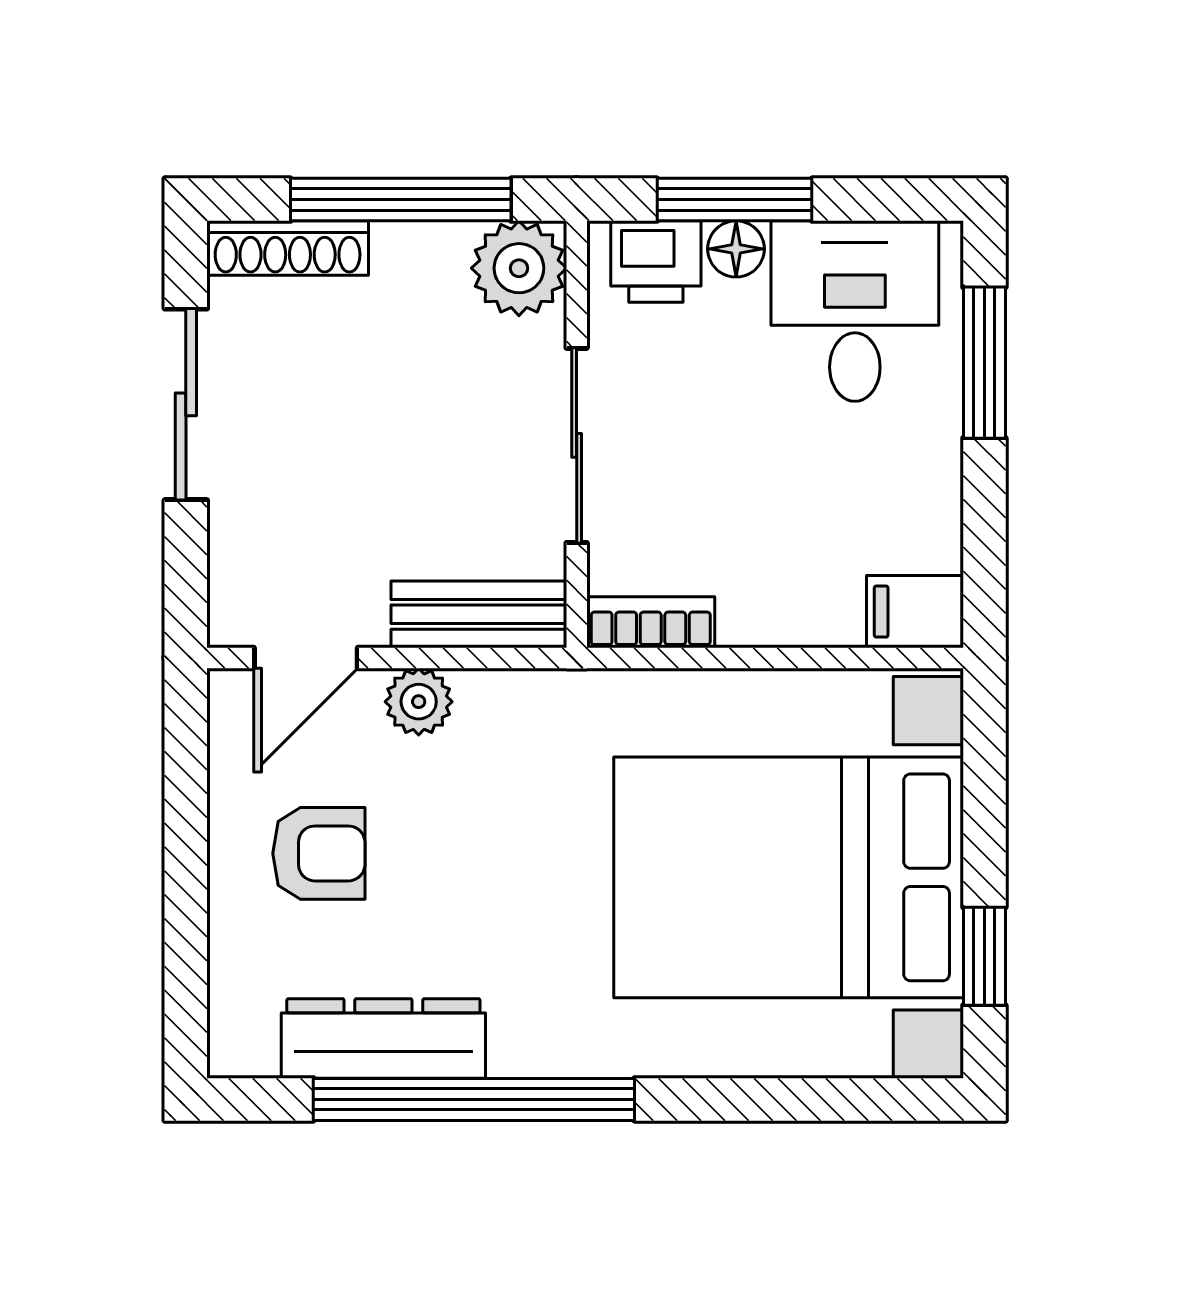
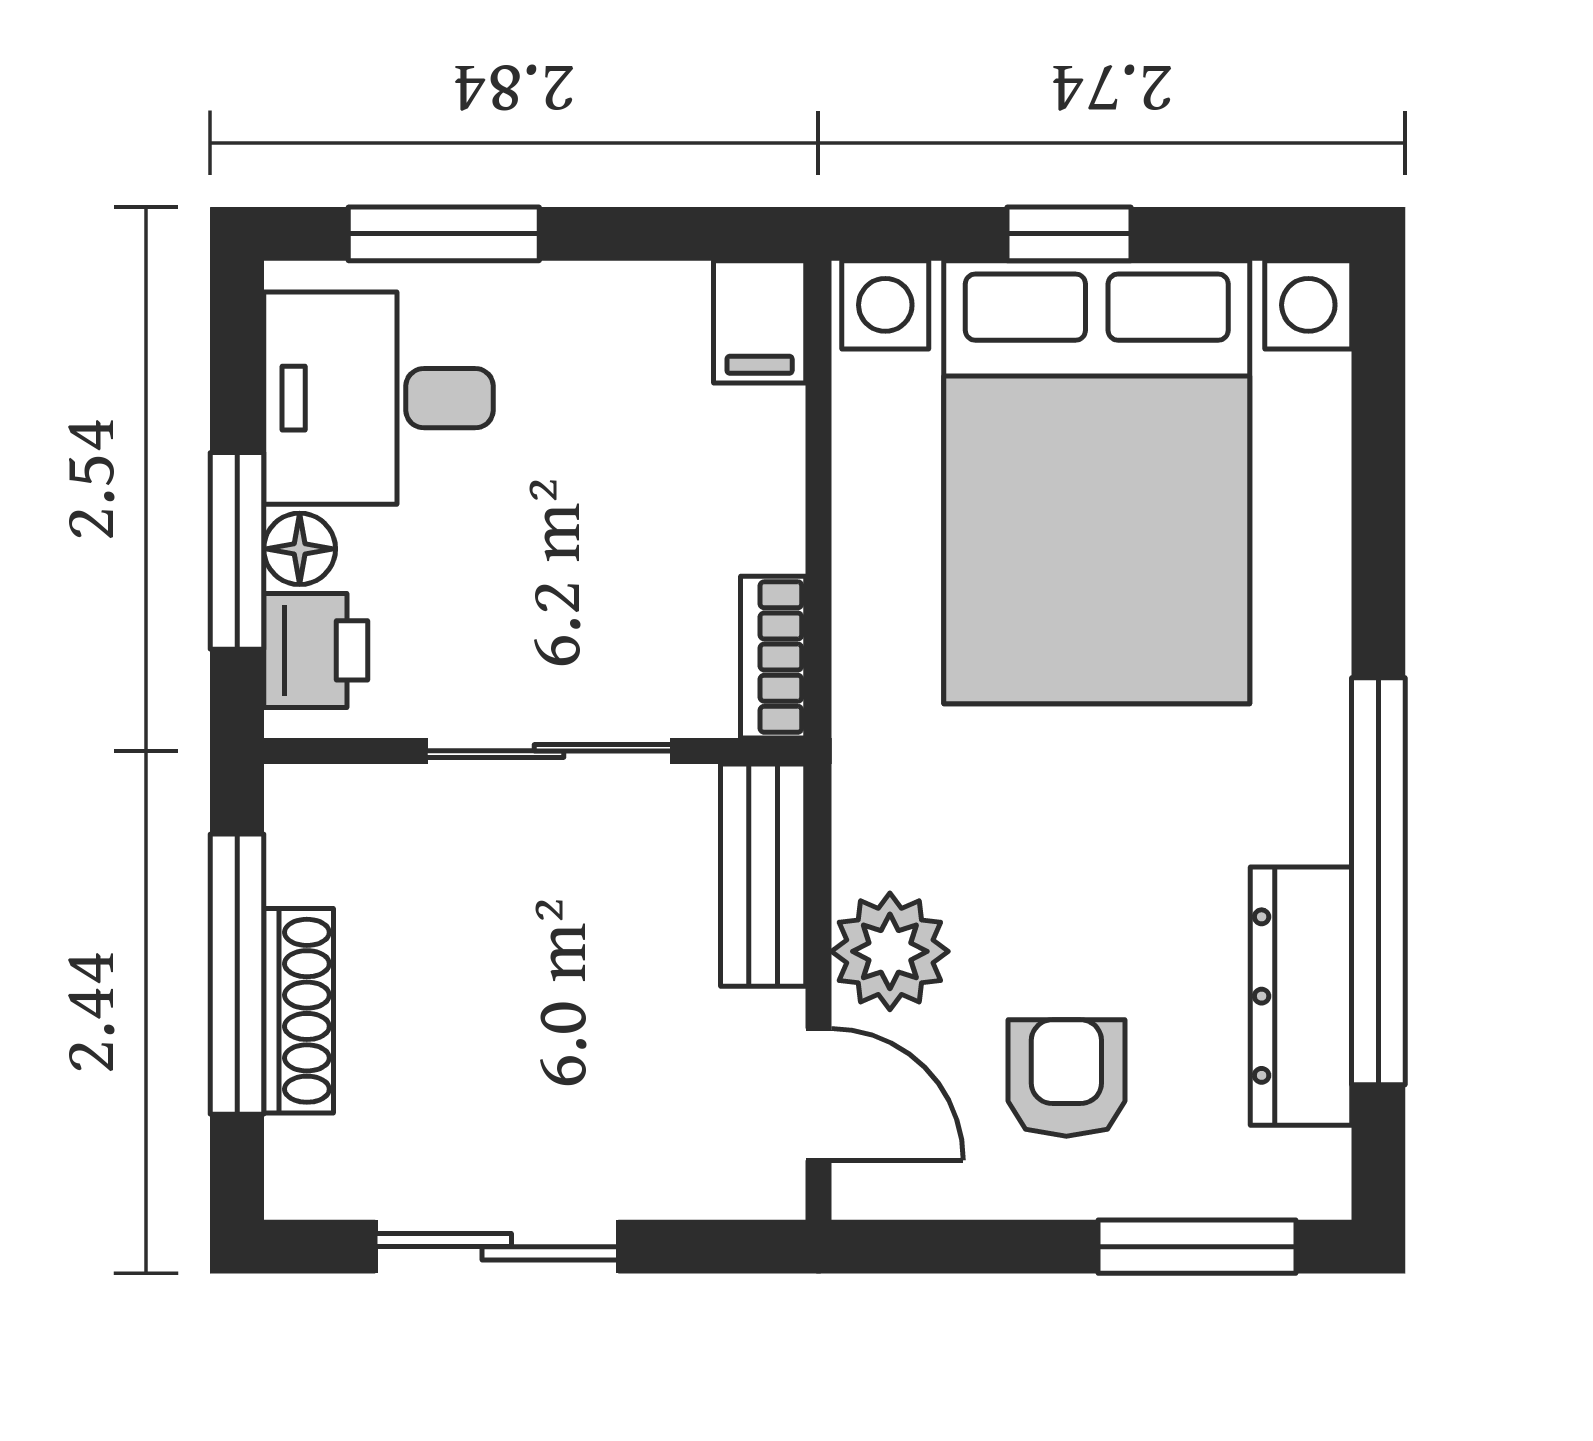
shoe rack: (288, 248) -> (299, 1011), moved
plant: (519, 268) -> (324, 824), removed
plant: (419, 702) -> (890, 951), width x1.38, depth x1.38
window: (186, 956) -> (1197, 1247), added
window: (984, 956) -> (1069, 234), moved

